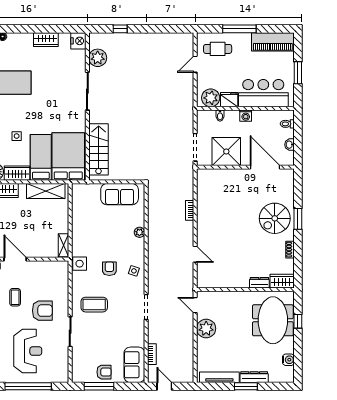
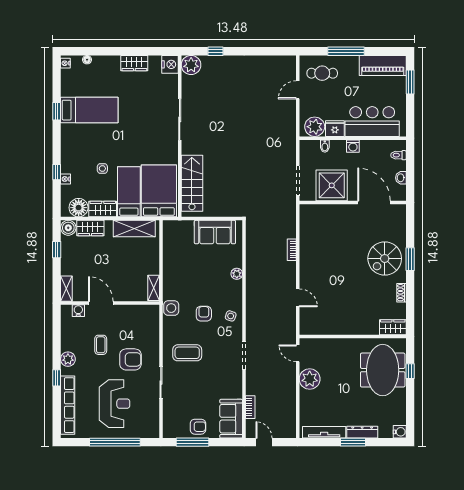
plant: (98, 58) -> (191, 65), moved
window: (298, 73) -> (410, 82), moved
dresser: (259, 283) -> (368, 329), removed
water cooler: (288, 360) -> (400, 432), moved

